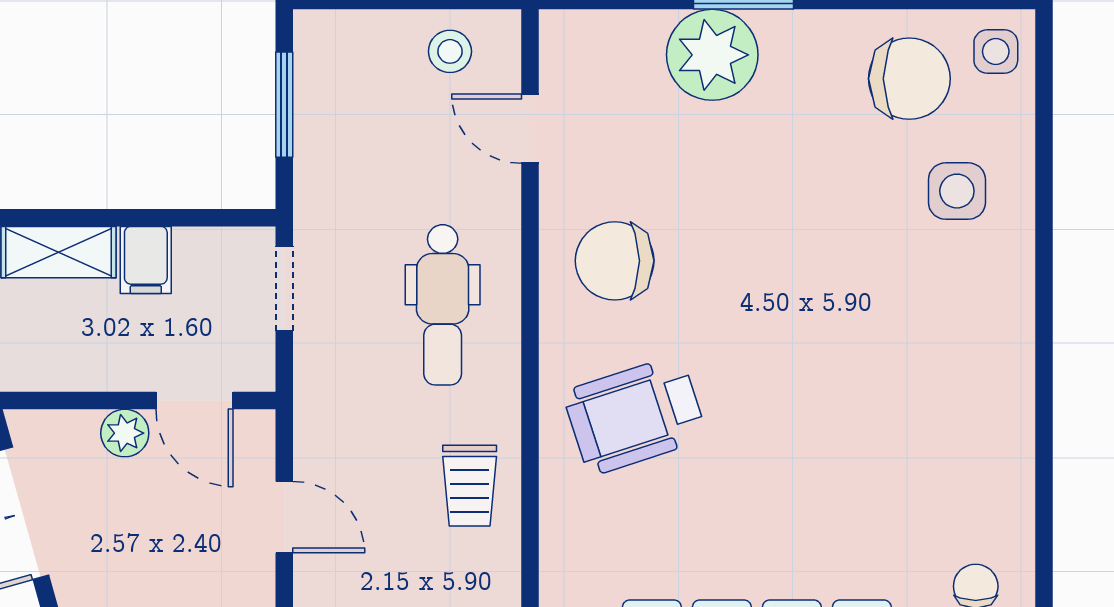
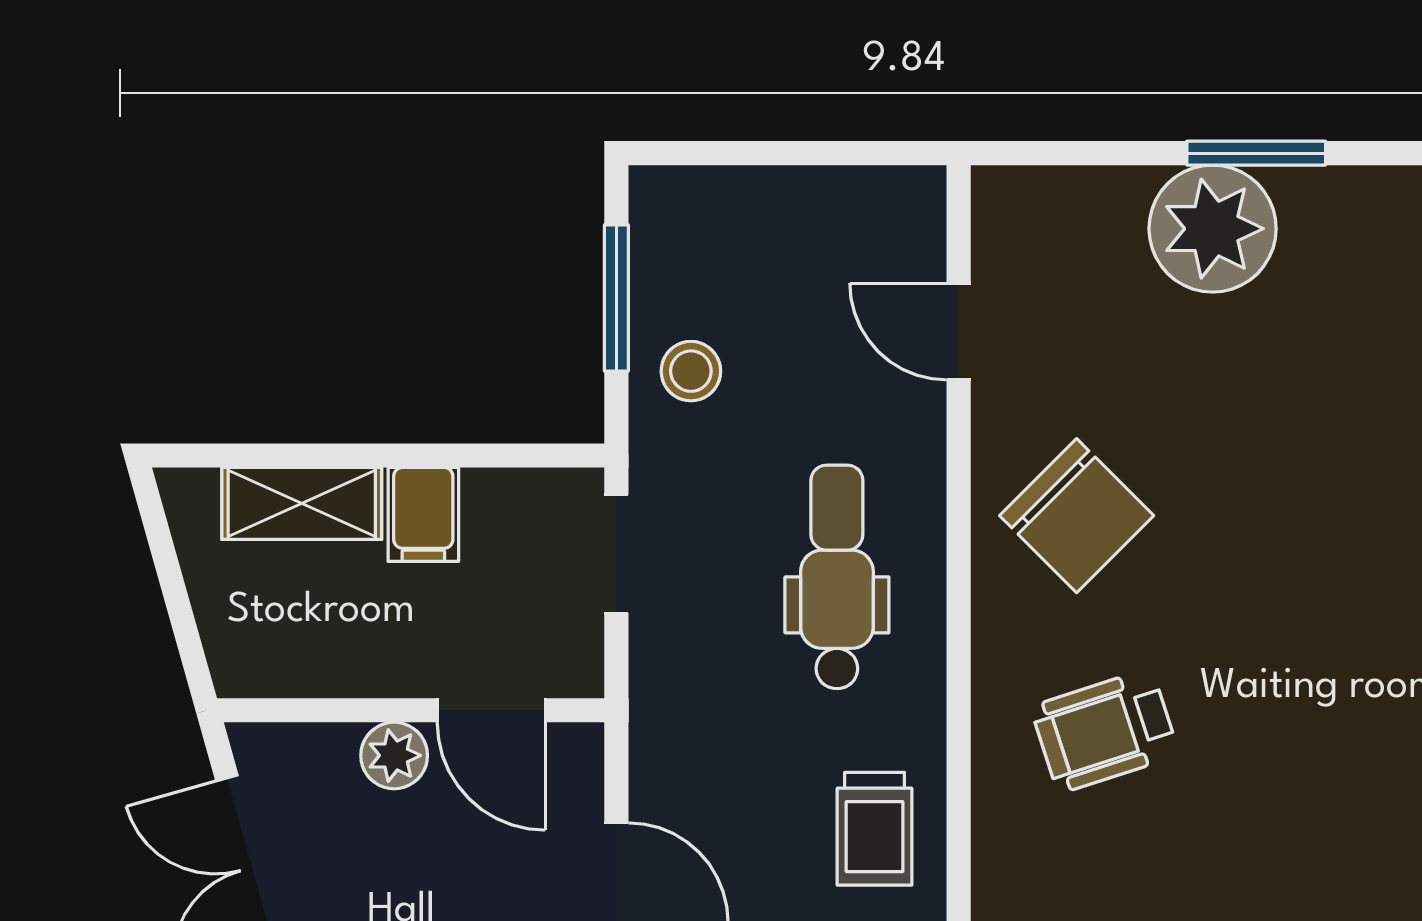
stool: (450, 51) -> (691, 371), moved
chair: (615, 261) -> (1077, 516), turned -135
dental chair: (443, 305) -> (837, 577), turned 180
wheelchair: (635, 415) -> (1105, 731), width x0.73, depth x0.73

